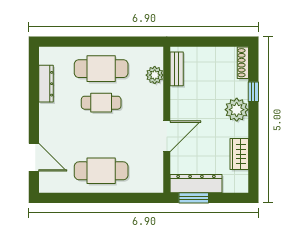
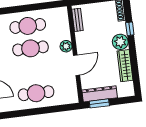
plant: (155, 75) -> (66, 46), moved
cafe table: (101, 103) -> (30, 48), width x1.37, depth x1.35
wardrobe: (239, 154) -> (125, 66), width x1.50

